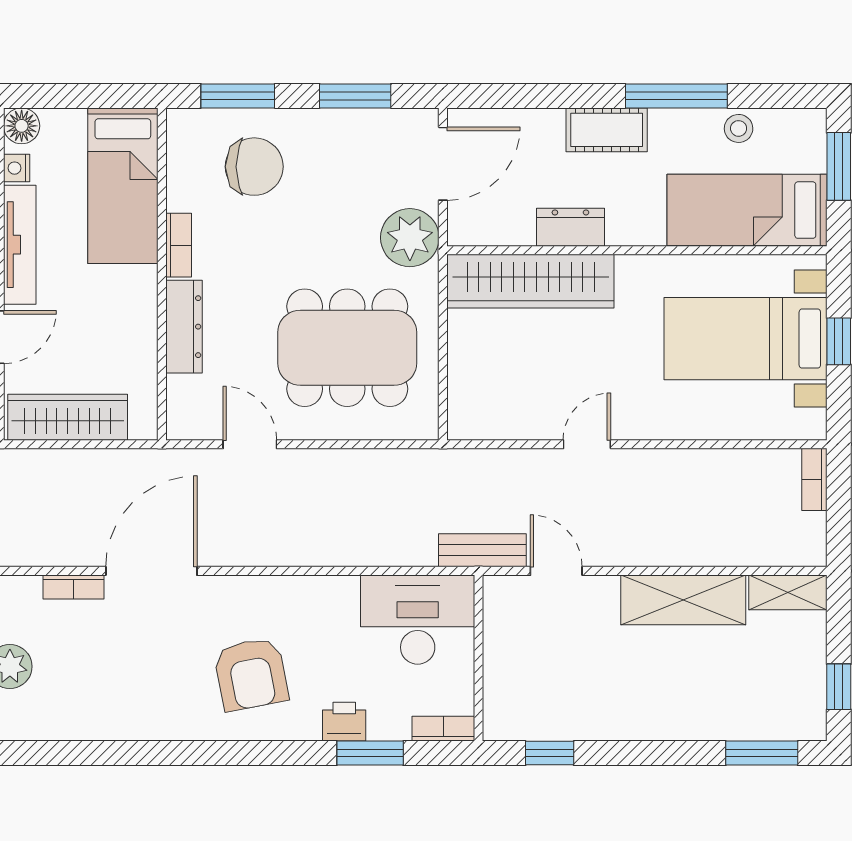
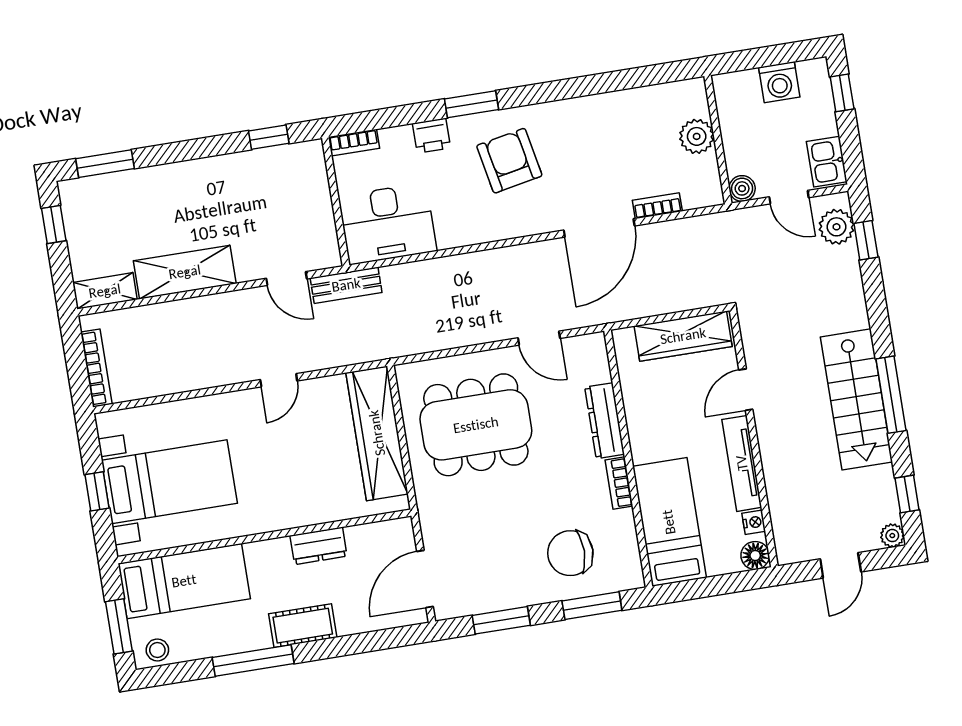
stool: (739, 128) -> (157, 650), moved
plant: (410, 238) -> (441, 518), removed
wardrobe: (531, 281) -> (377, 433), moved, turned -90
bookcase: (814, 479) -> (96, 368), width x1.56
window: (370, 753) -> (471, 104), moved

